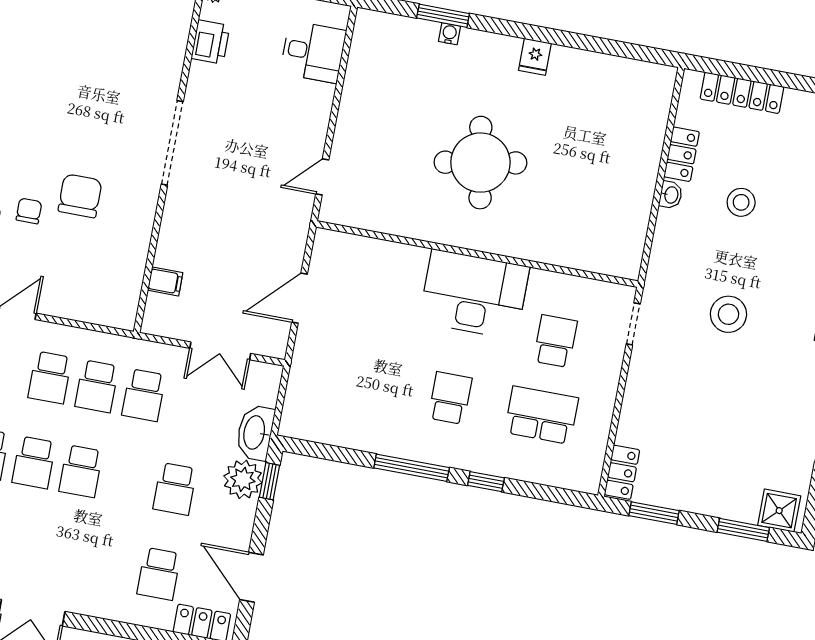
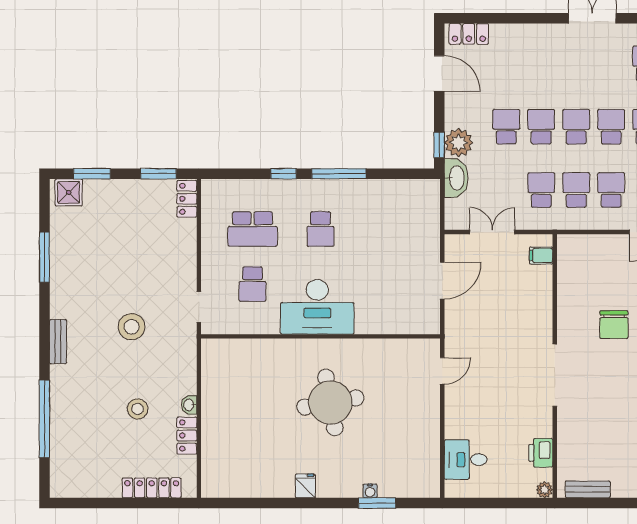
filing cabinet: (165, 281) -> (541, 255), moved
school desk: (159, 574) -> (541, 127), moved

